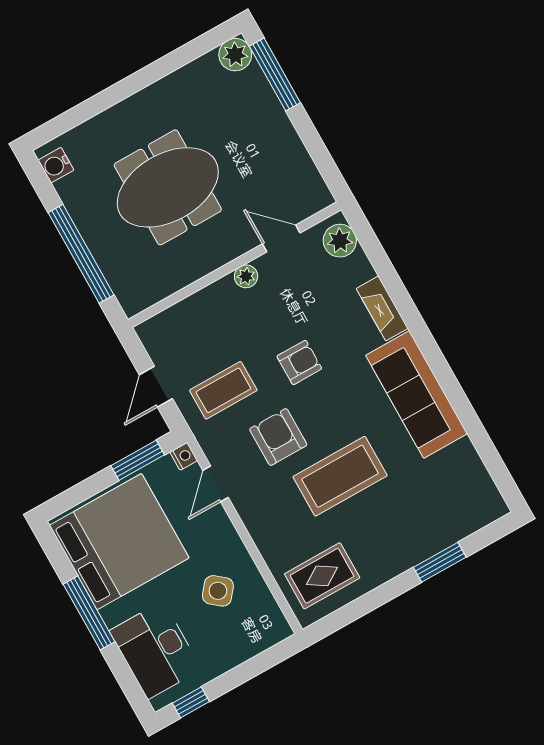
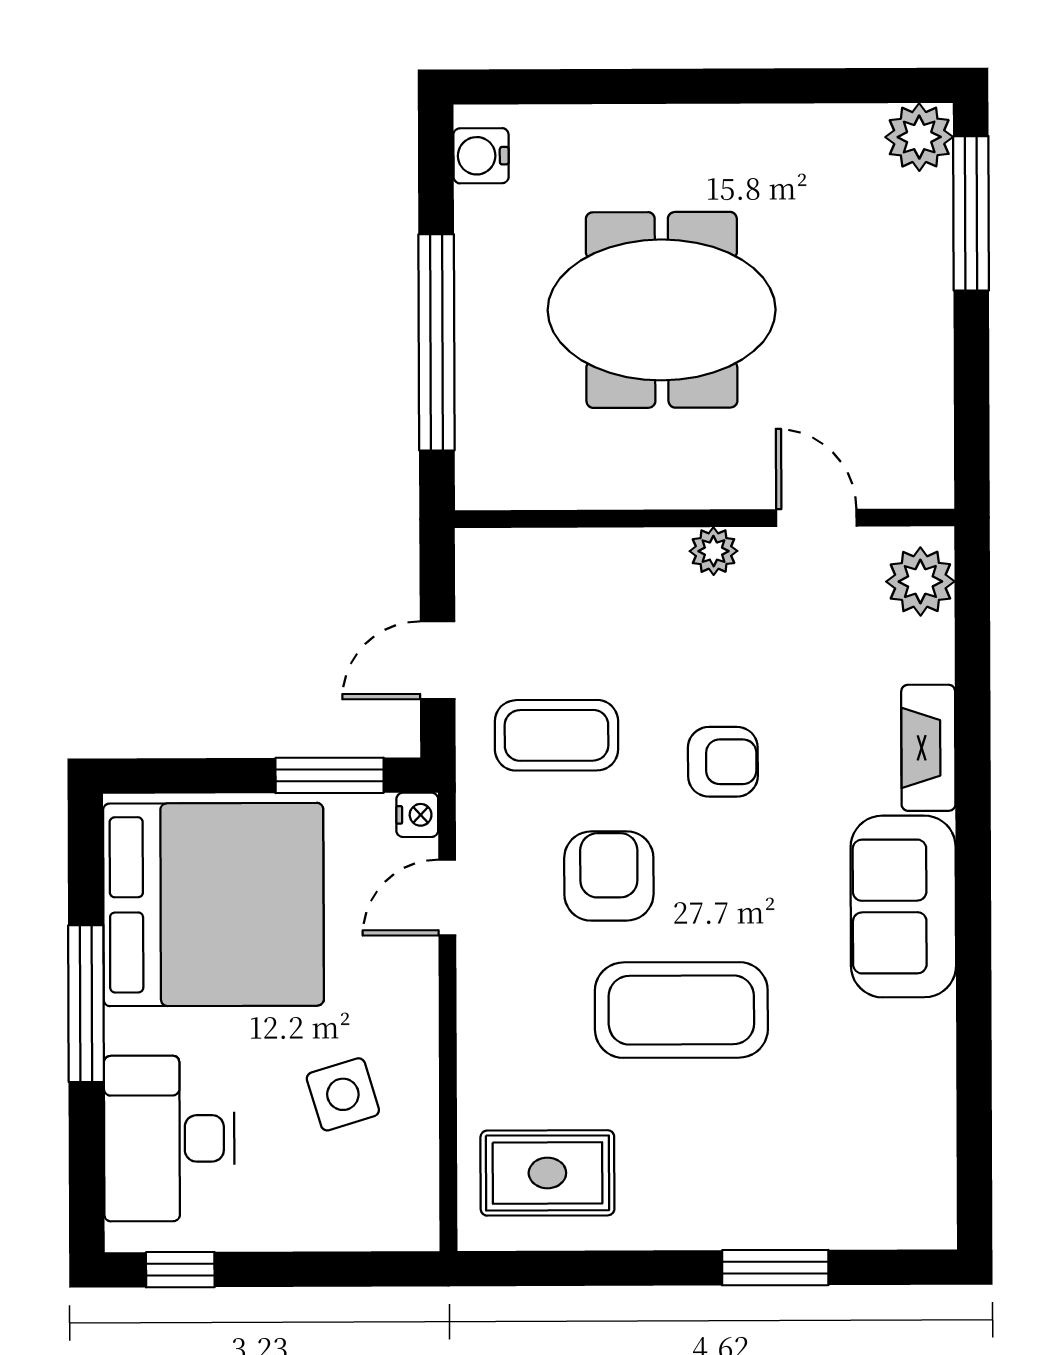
sofa: (417, 395) -> (903, 906), width x0.73
side table: (218, 591) -> (343, 1094), turned 34

